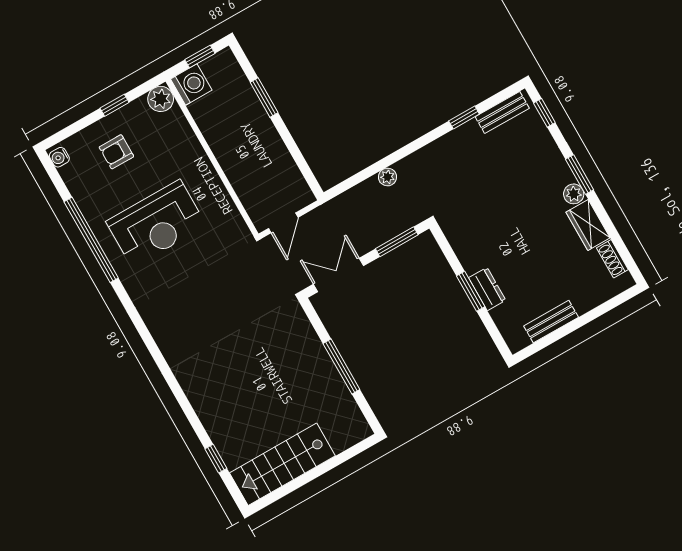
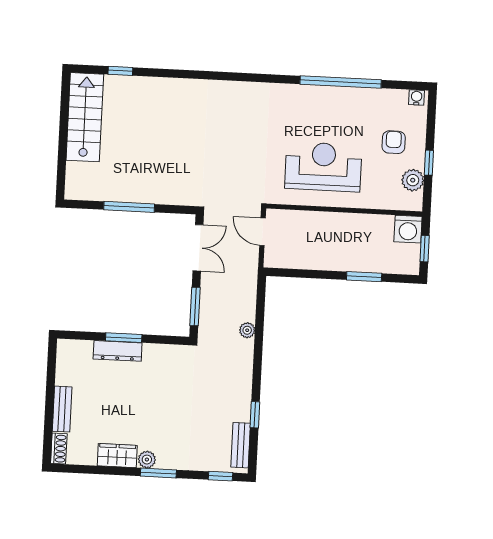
plant: (161, 99) -> (413, 180), moved
reception desk: (156, 223) -> (323, 167), moved, turned 90
shoe rack: (612, 259) -> (59, 449), moved, turned 90
dresser: (487, 289) -> (118, 351), width x1.44
bench: (551, 322) -> (62, 409), moved

